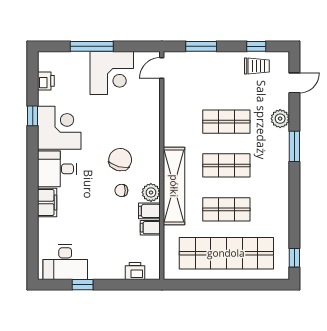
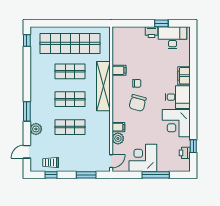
window: (33, 116) -> (193, 146), moved
plant: (151, 192) -> (118, 138), moved
filing cabinet: (150, 228) -> (118, 127), moved
printer: (135, 271) -> (151, 32), moved

